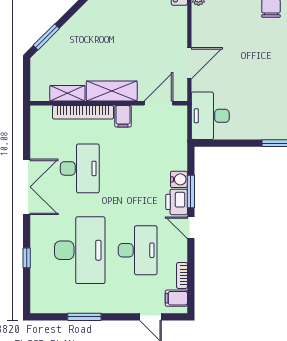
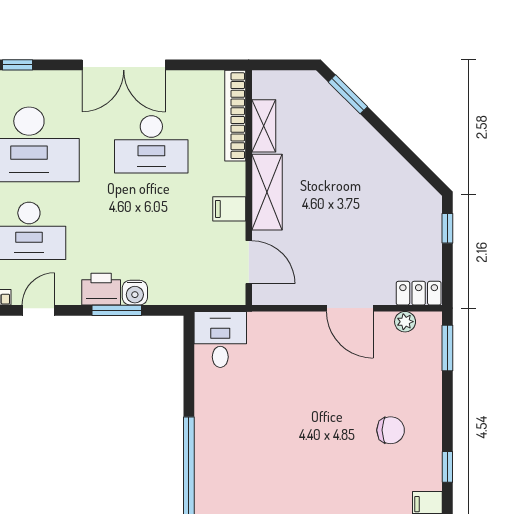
door: (189, 63) -> (350, 308), moved
bookcase: (83, 112) -> (235, 116), moved
desk: (210, 116) -> (220, 339), width x0.73
door: (191, 228) -> (38, 310), moved

